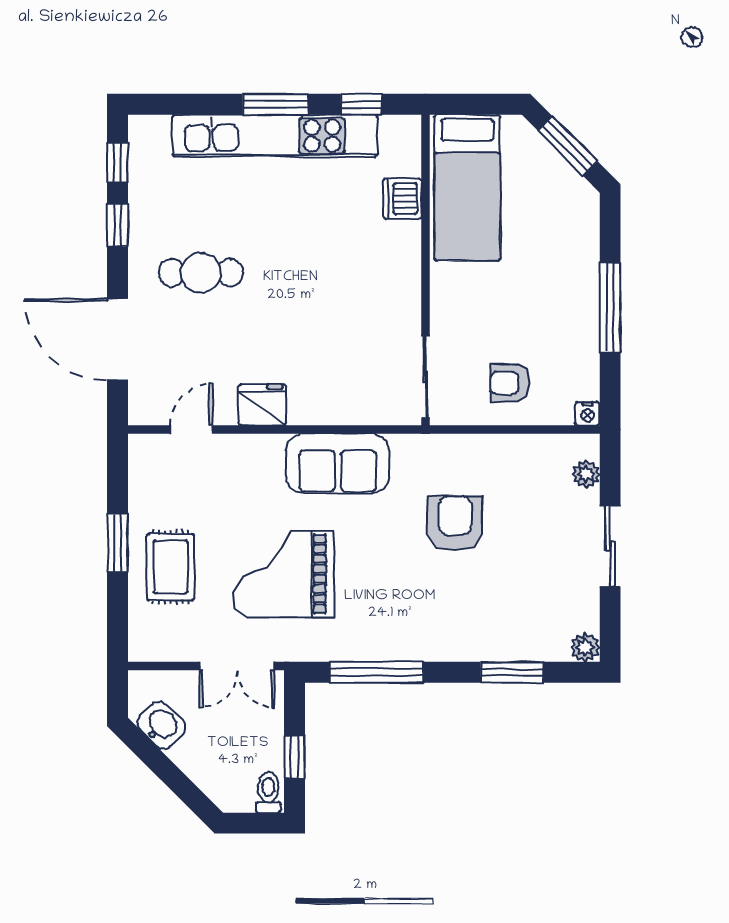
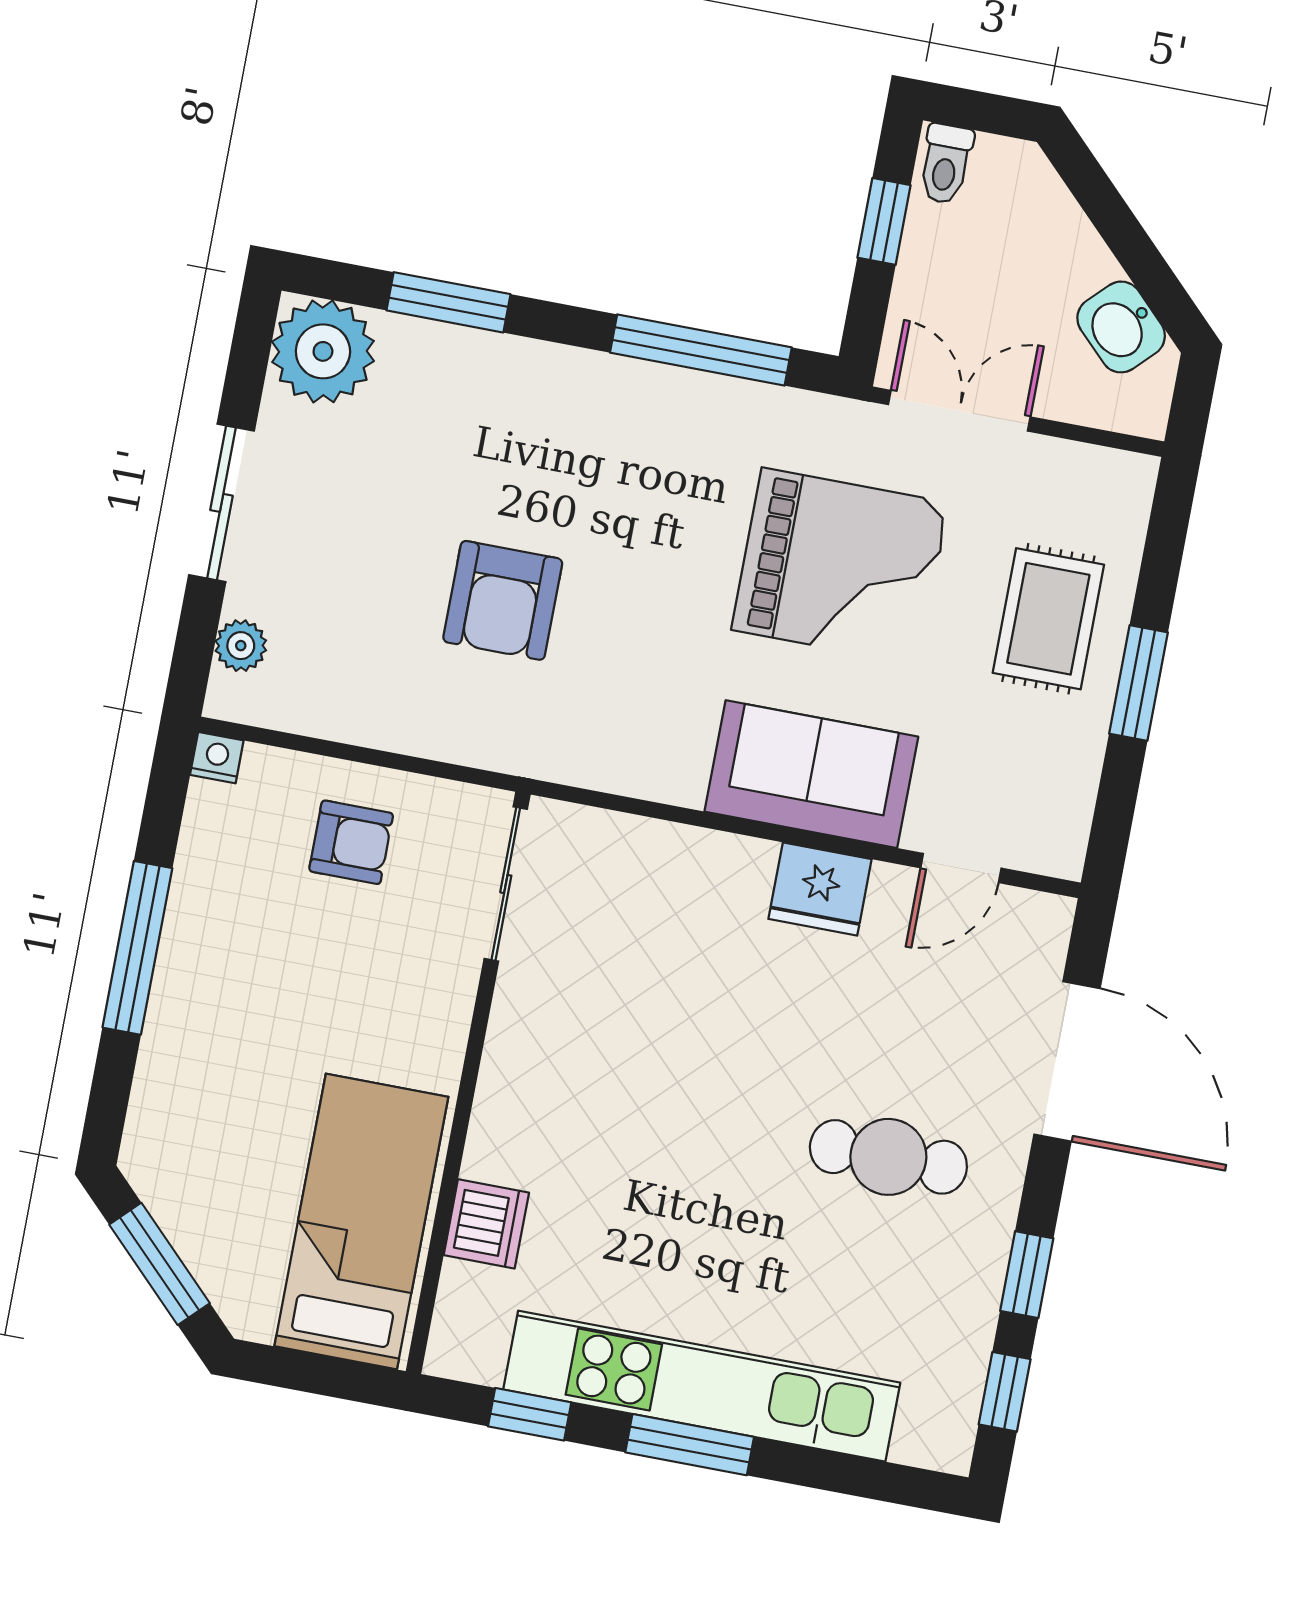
sofa: (338, 463) -> (811, 774), moved
plant: (585, 647) -> (323, 351), width x1.88, depth x1.88

